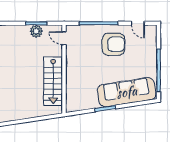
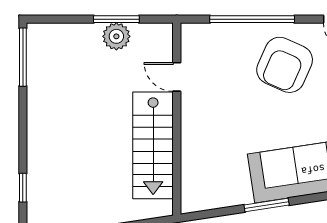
door: (64, 38) -> (177, 77), moved
armchair: (113, 44) -> (285, 65), turned 114

